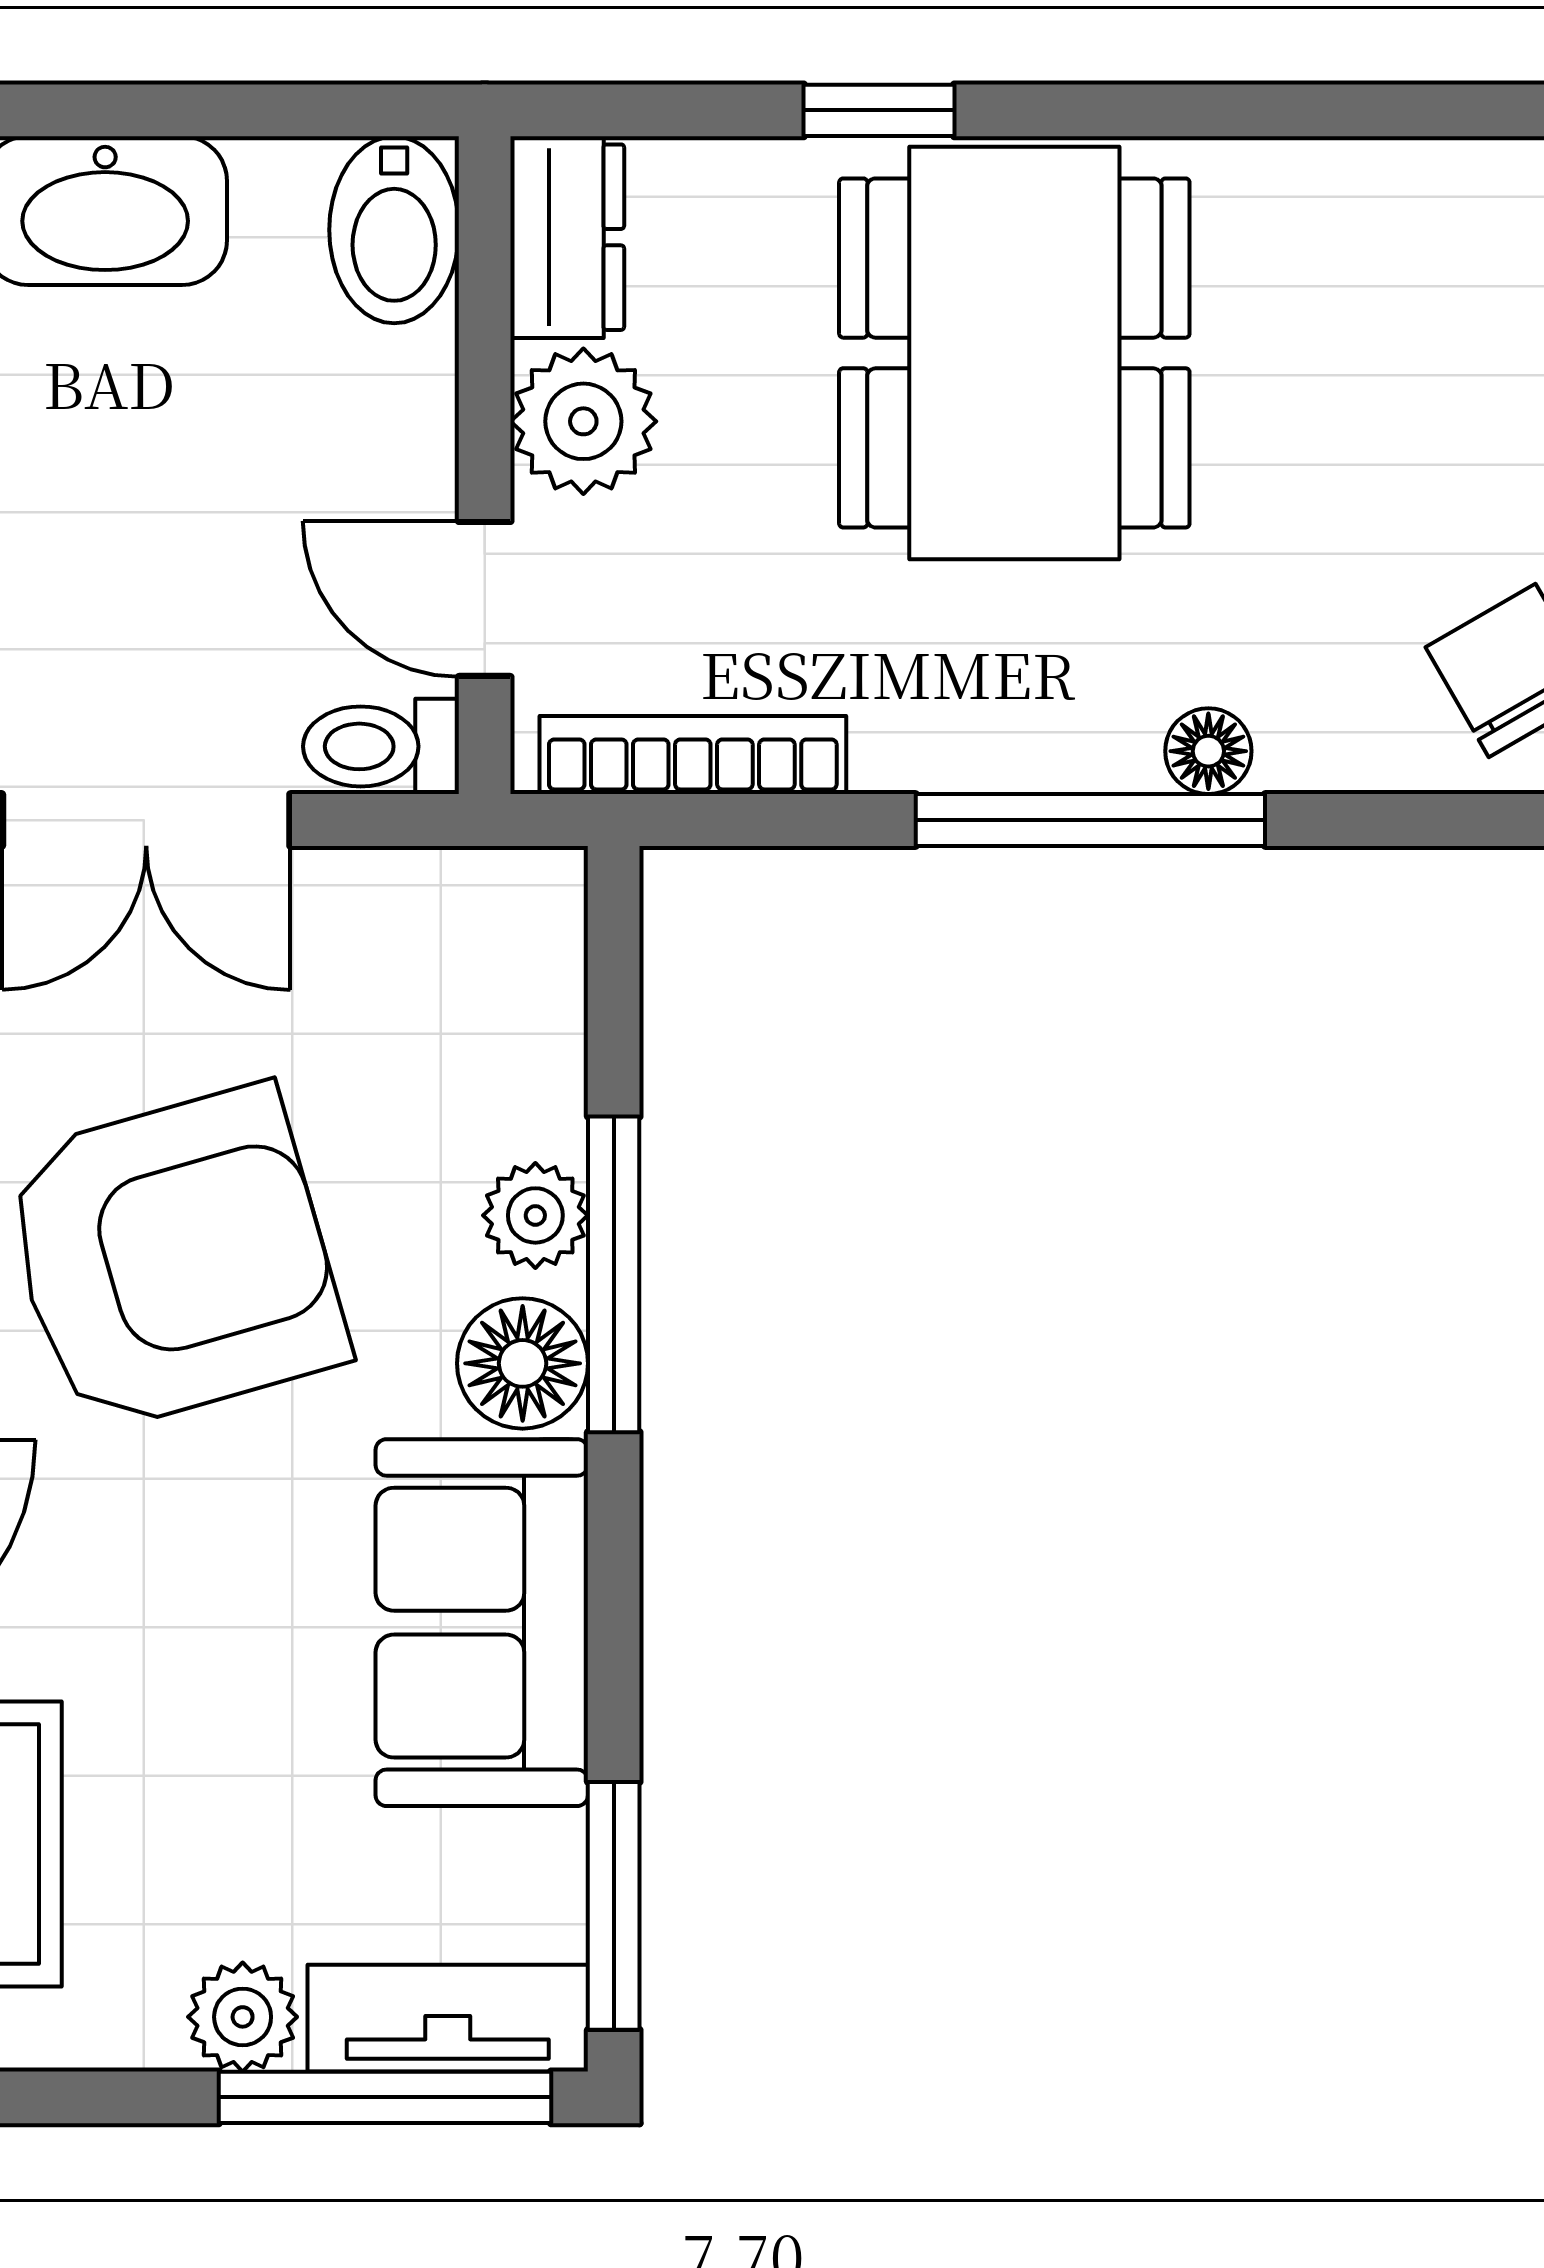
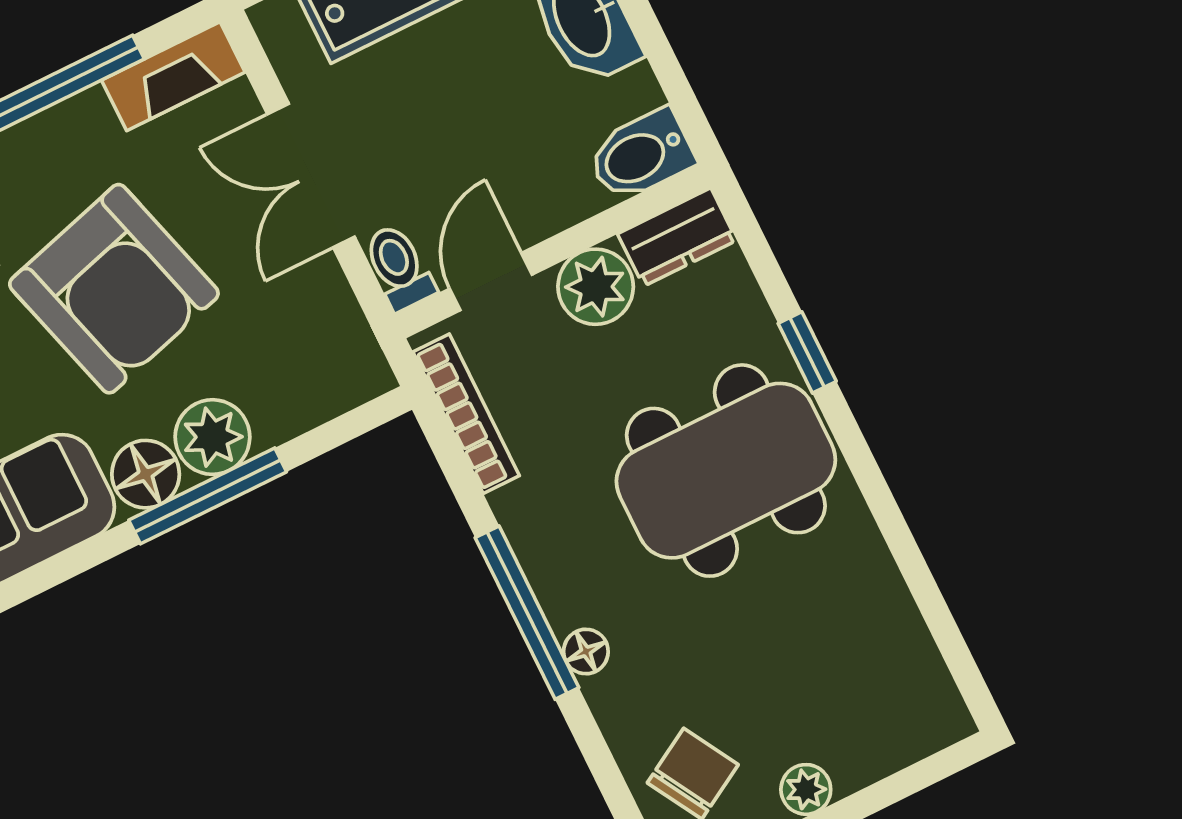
plant: (535, 1215) -> (212, 437), width x1.38, depth x1.38

